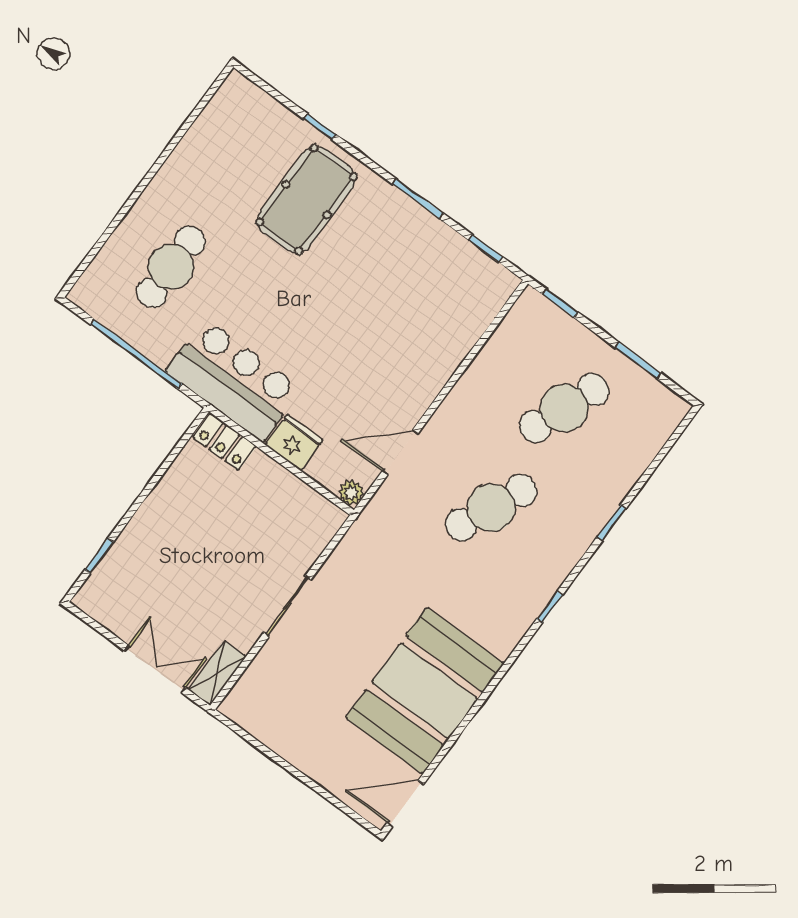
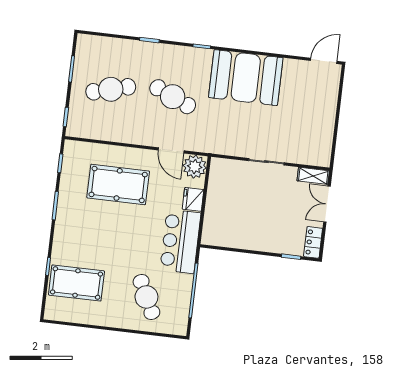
pool table: (306, 200) -> (76, 283), moved
cafe table: (171, 267) -> (146, 297), turned 64
pool table: (393, 328) -> (118, 184), added
cafe table: (564, 408) -> (111, 89), turned -36
locker: (224, 442) -> (313, 242), moved, turned 180
plant: (351, 493) -> (195, 167), width x1.88, depth x1.88
booth: (425, 691) -> (246, 78), moved
door: (405, 804) -> (324, 61), swing flipped

